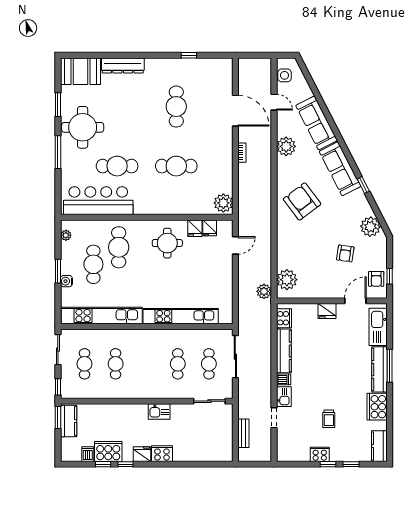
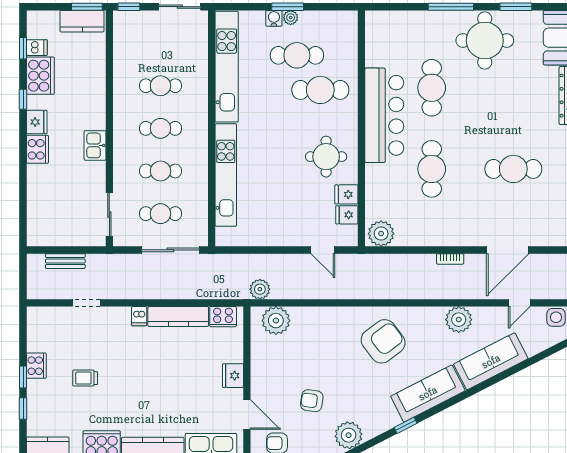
bar counter: (98, 201) -> (384, 115), moved
plant: (66, 235) -> (291, 18), moved
cafe table: (84, 364) -> (160, 128), moved
kitchen sink: (284, 397) -> (116, 316), removed
window: (103, 464) -> (23, 48), moved

